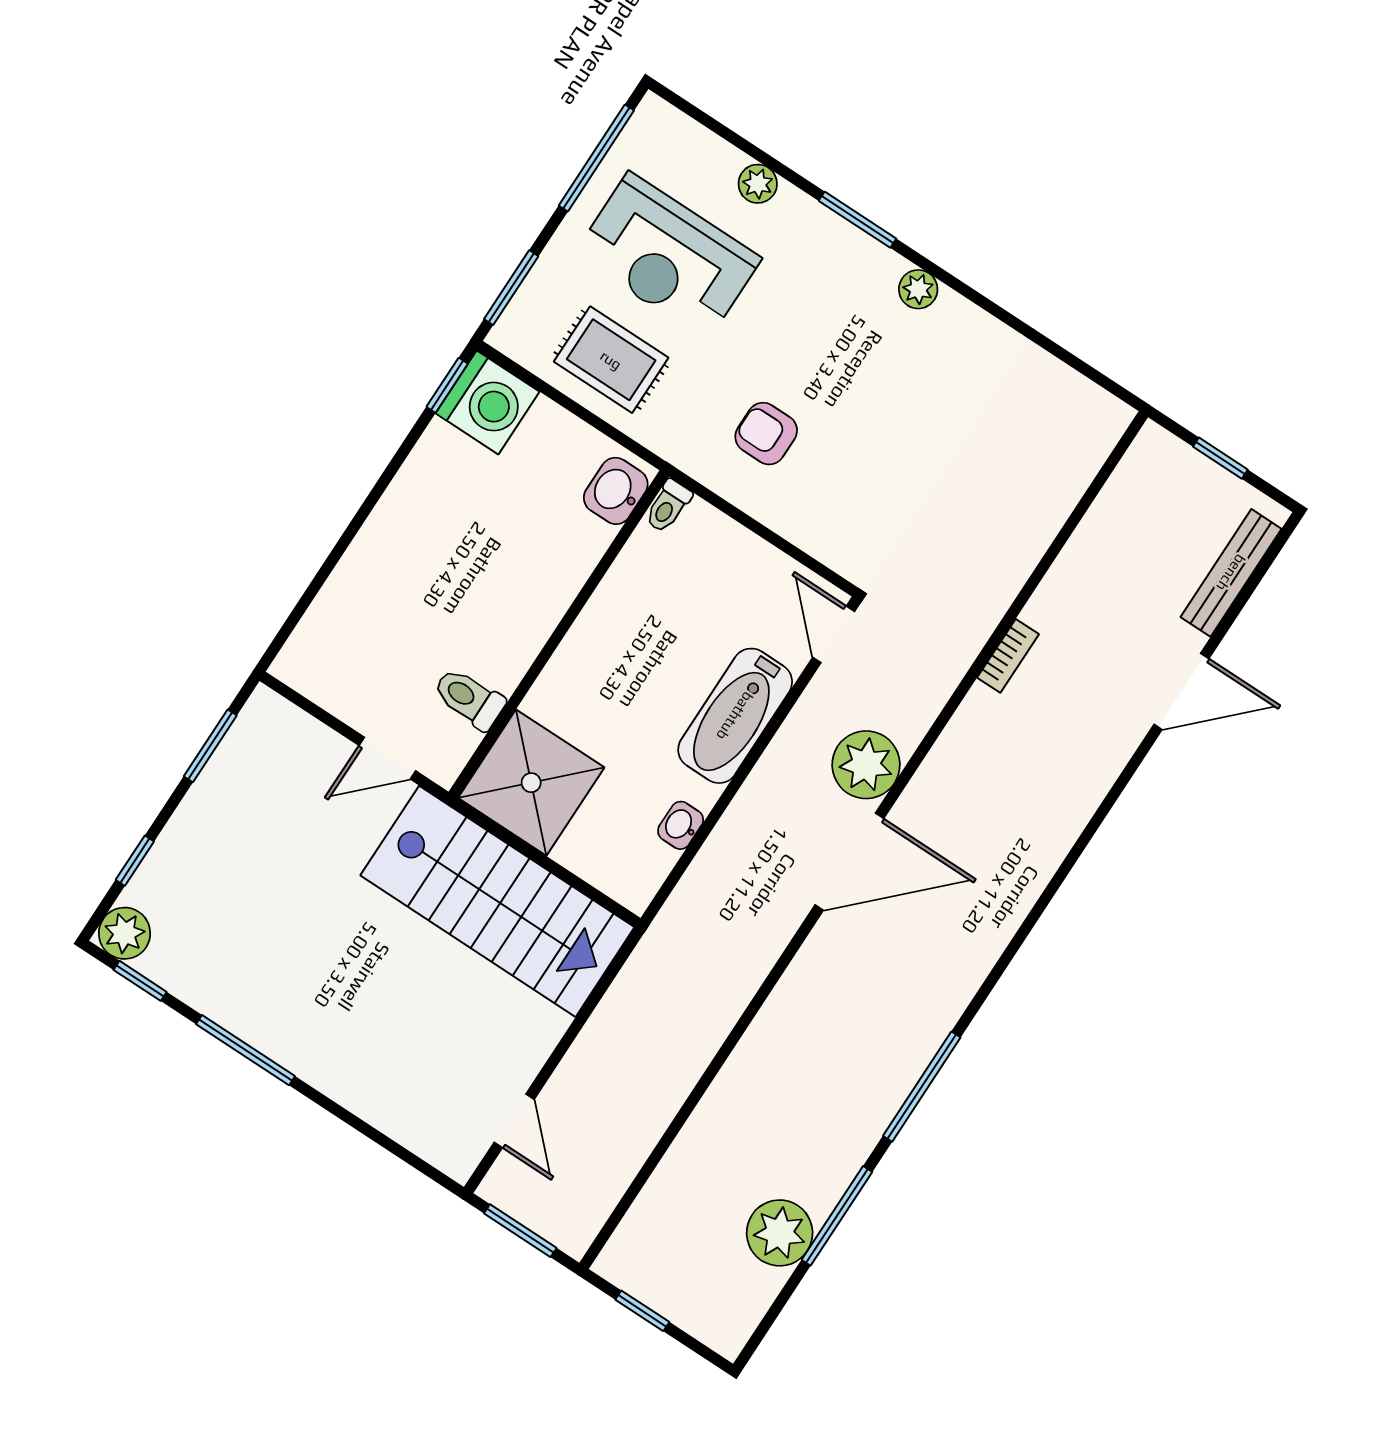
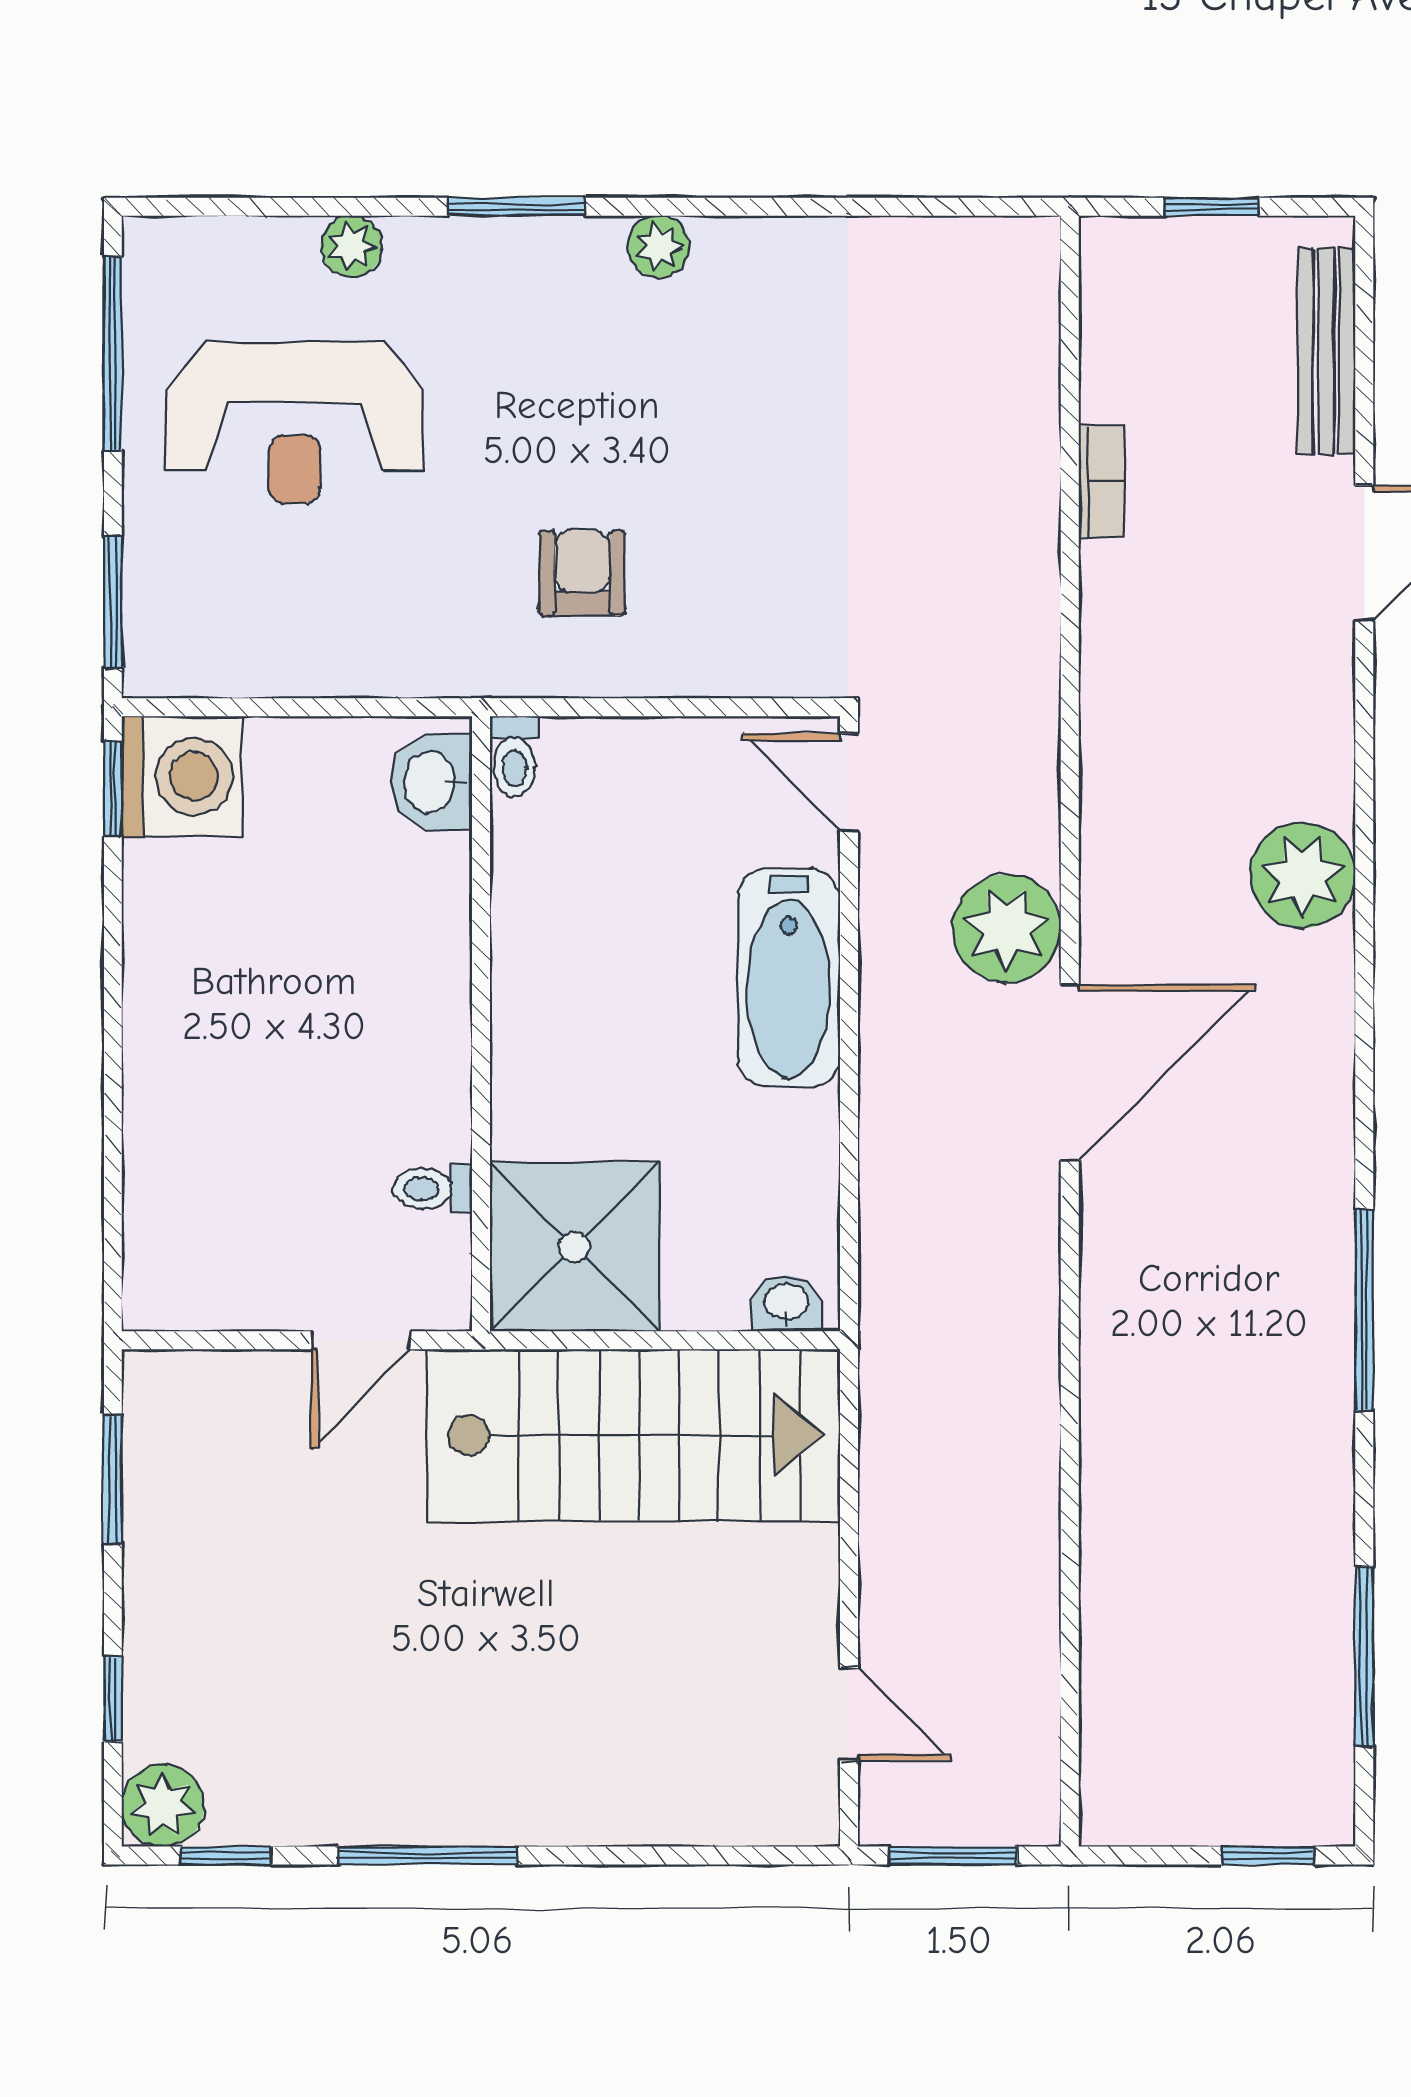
rug: (611, 360) -> (310, 611), removed
armchair: (766, 434) -> (582, 573), turned 90
bookcase: (1008, 656) -> (1101, 481), moved
toilet: (469, 698) -> (433, 1189), width x0.73, depth x0.72
washbasin: (681, 825) -> (786, 1303), moved, turned 90
window: (837, 1216) -> (1364, 1656), moved
plant: (780, 1233) -> (1303, 875), moved
window: (642, 1311) -> (1268, 1856), moved

